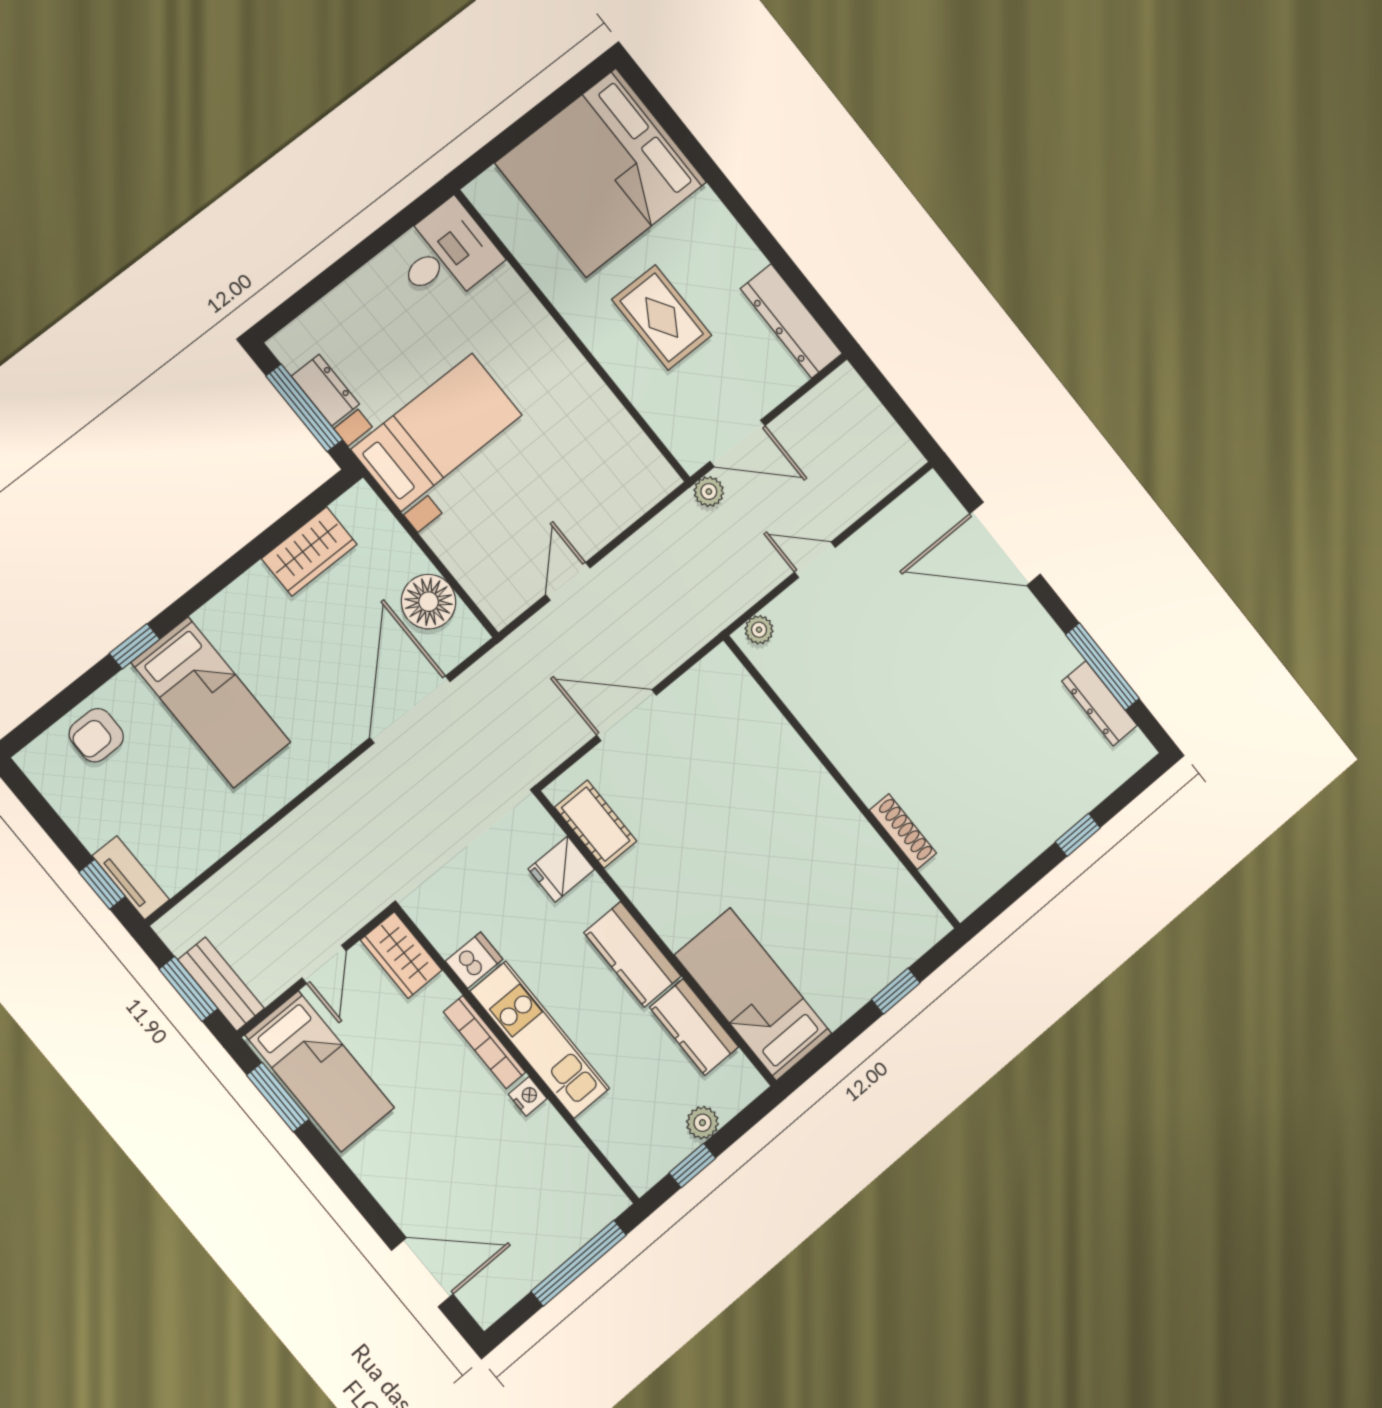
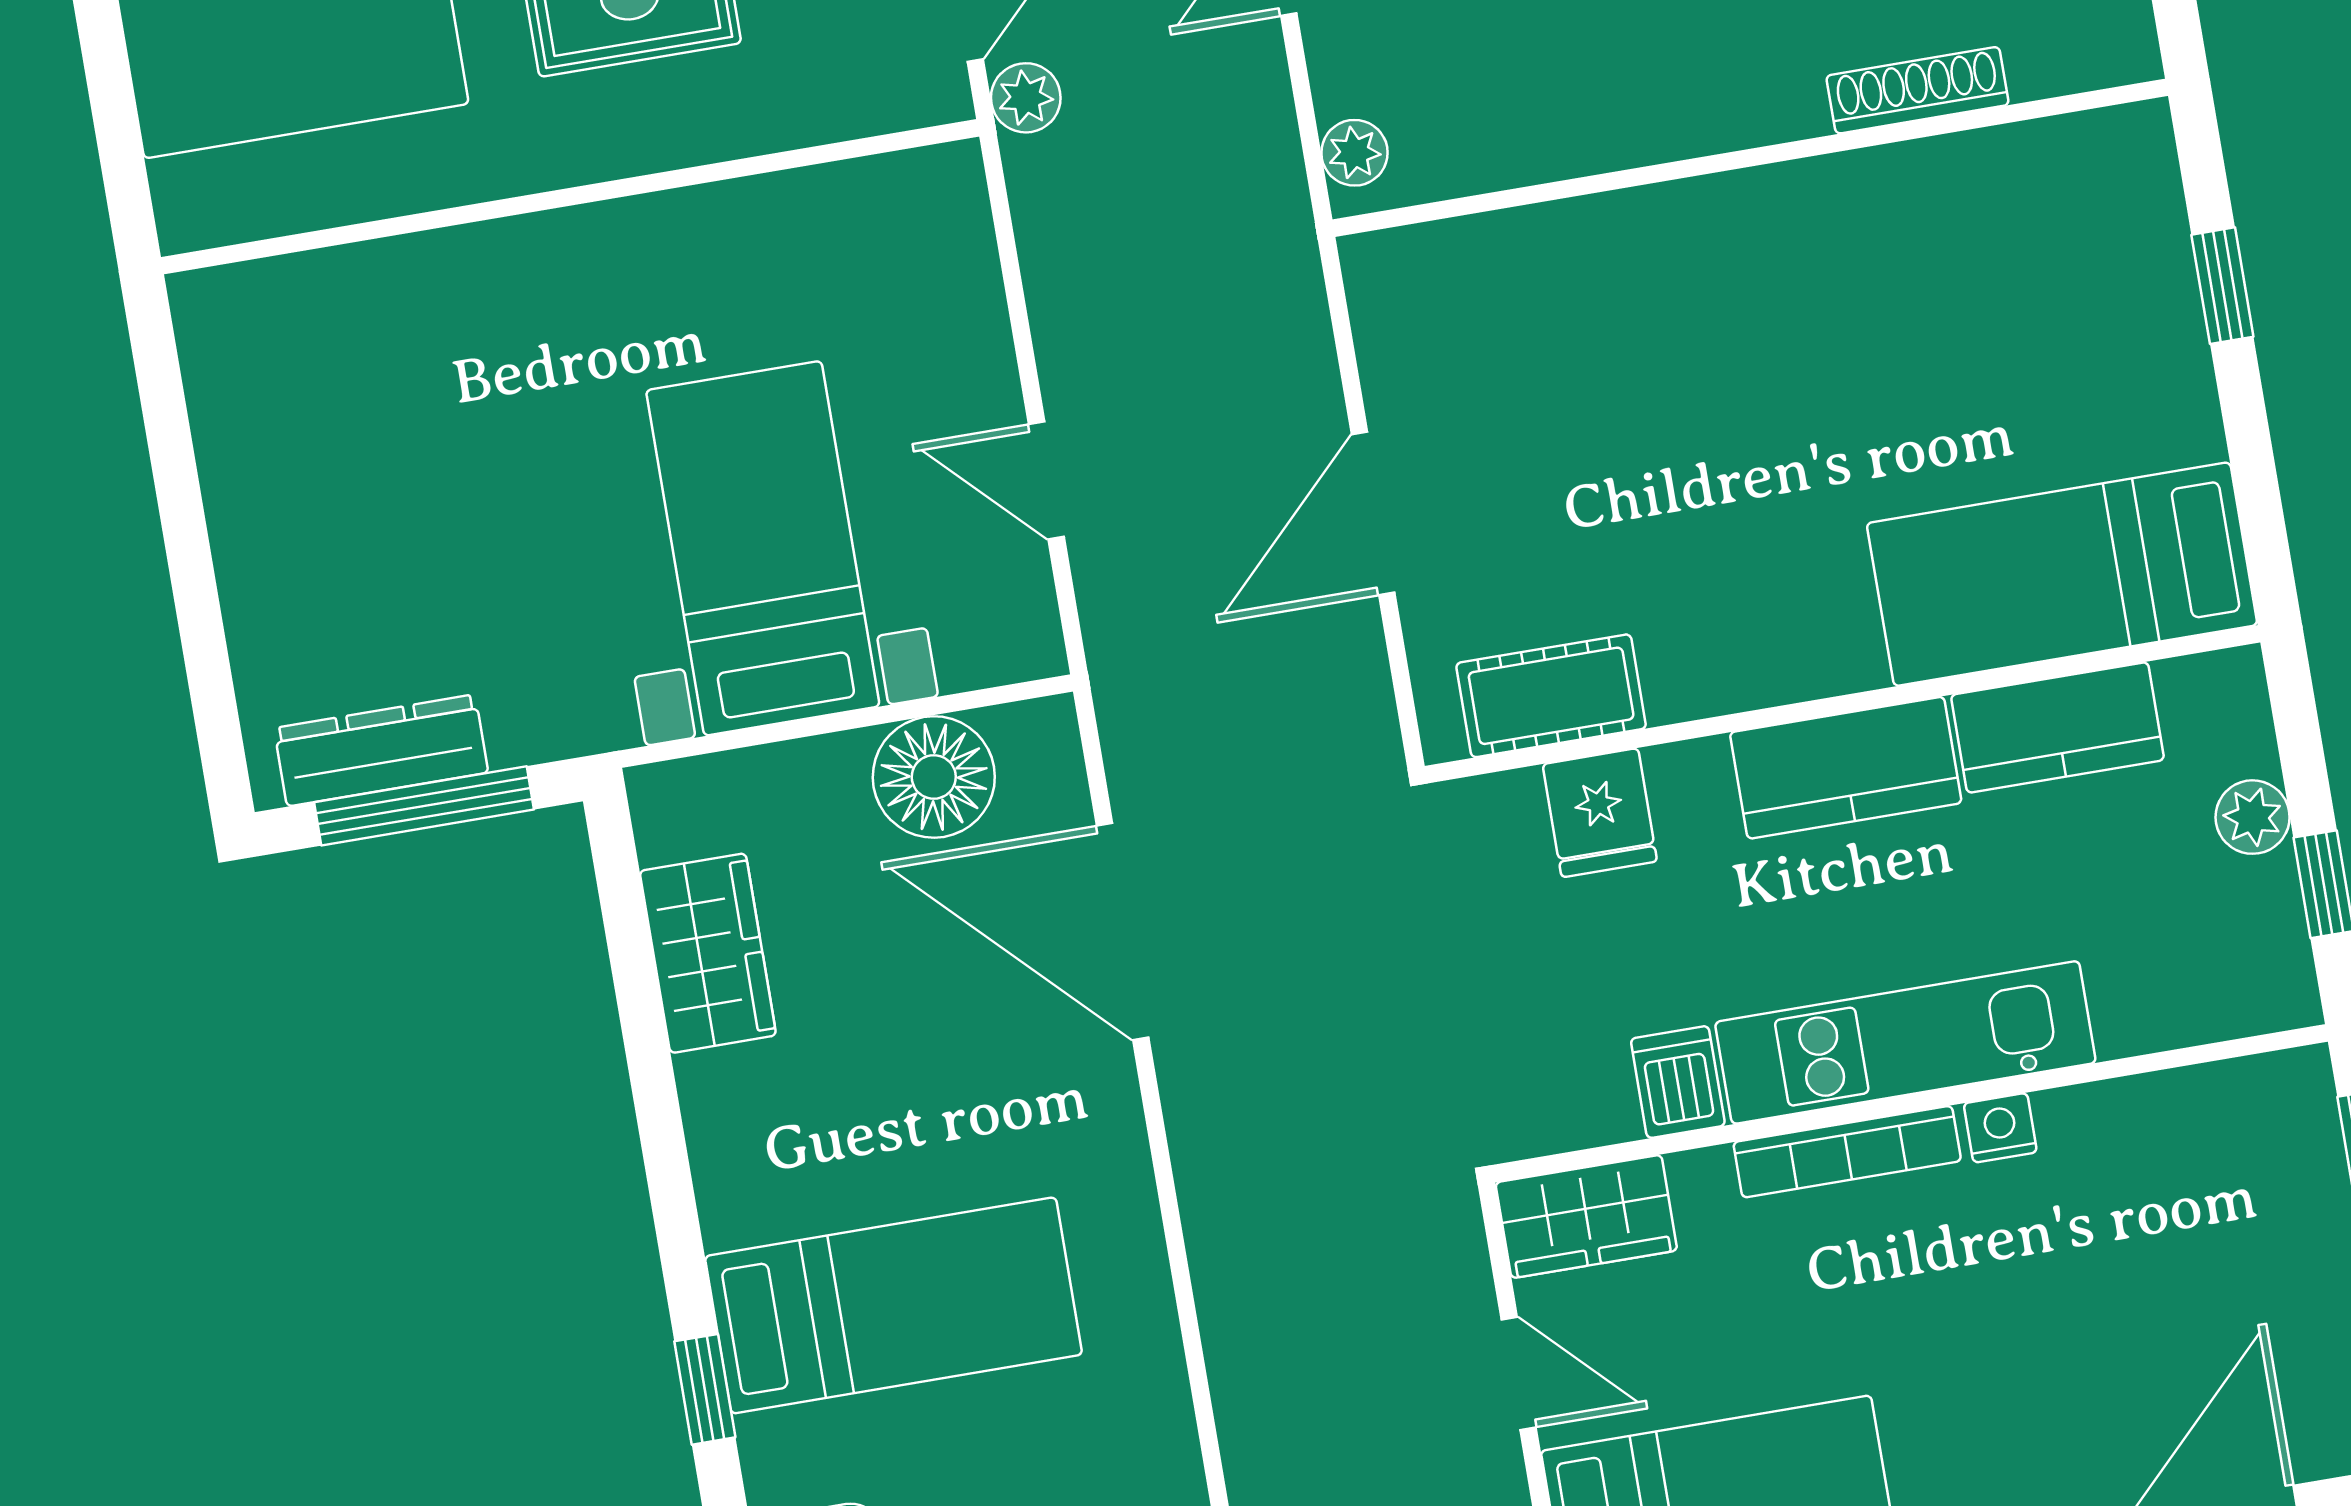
desk: (446, 254) -> (273, 358), removed
dresser: (325, 390) -> (381, 750), width x1.44
bed with nightstands: (437, 432) -> (763, 548), moved

